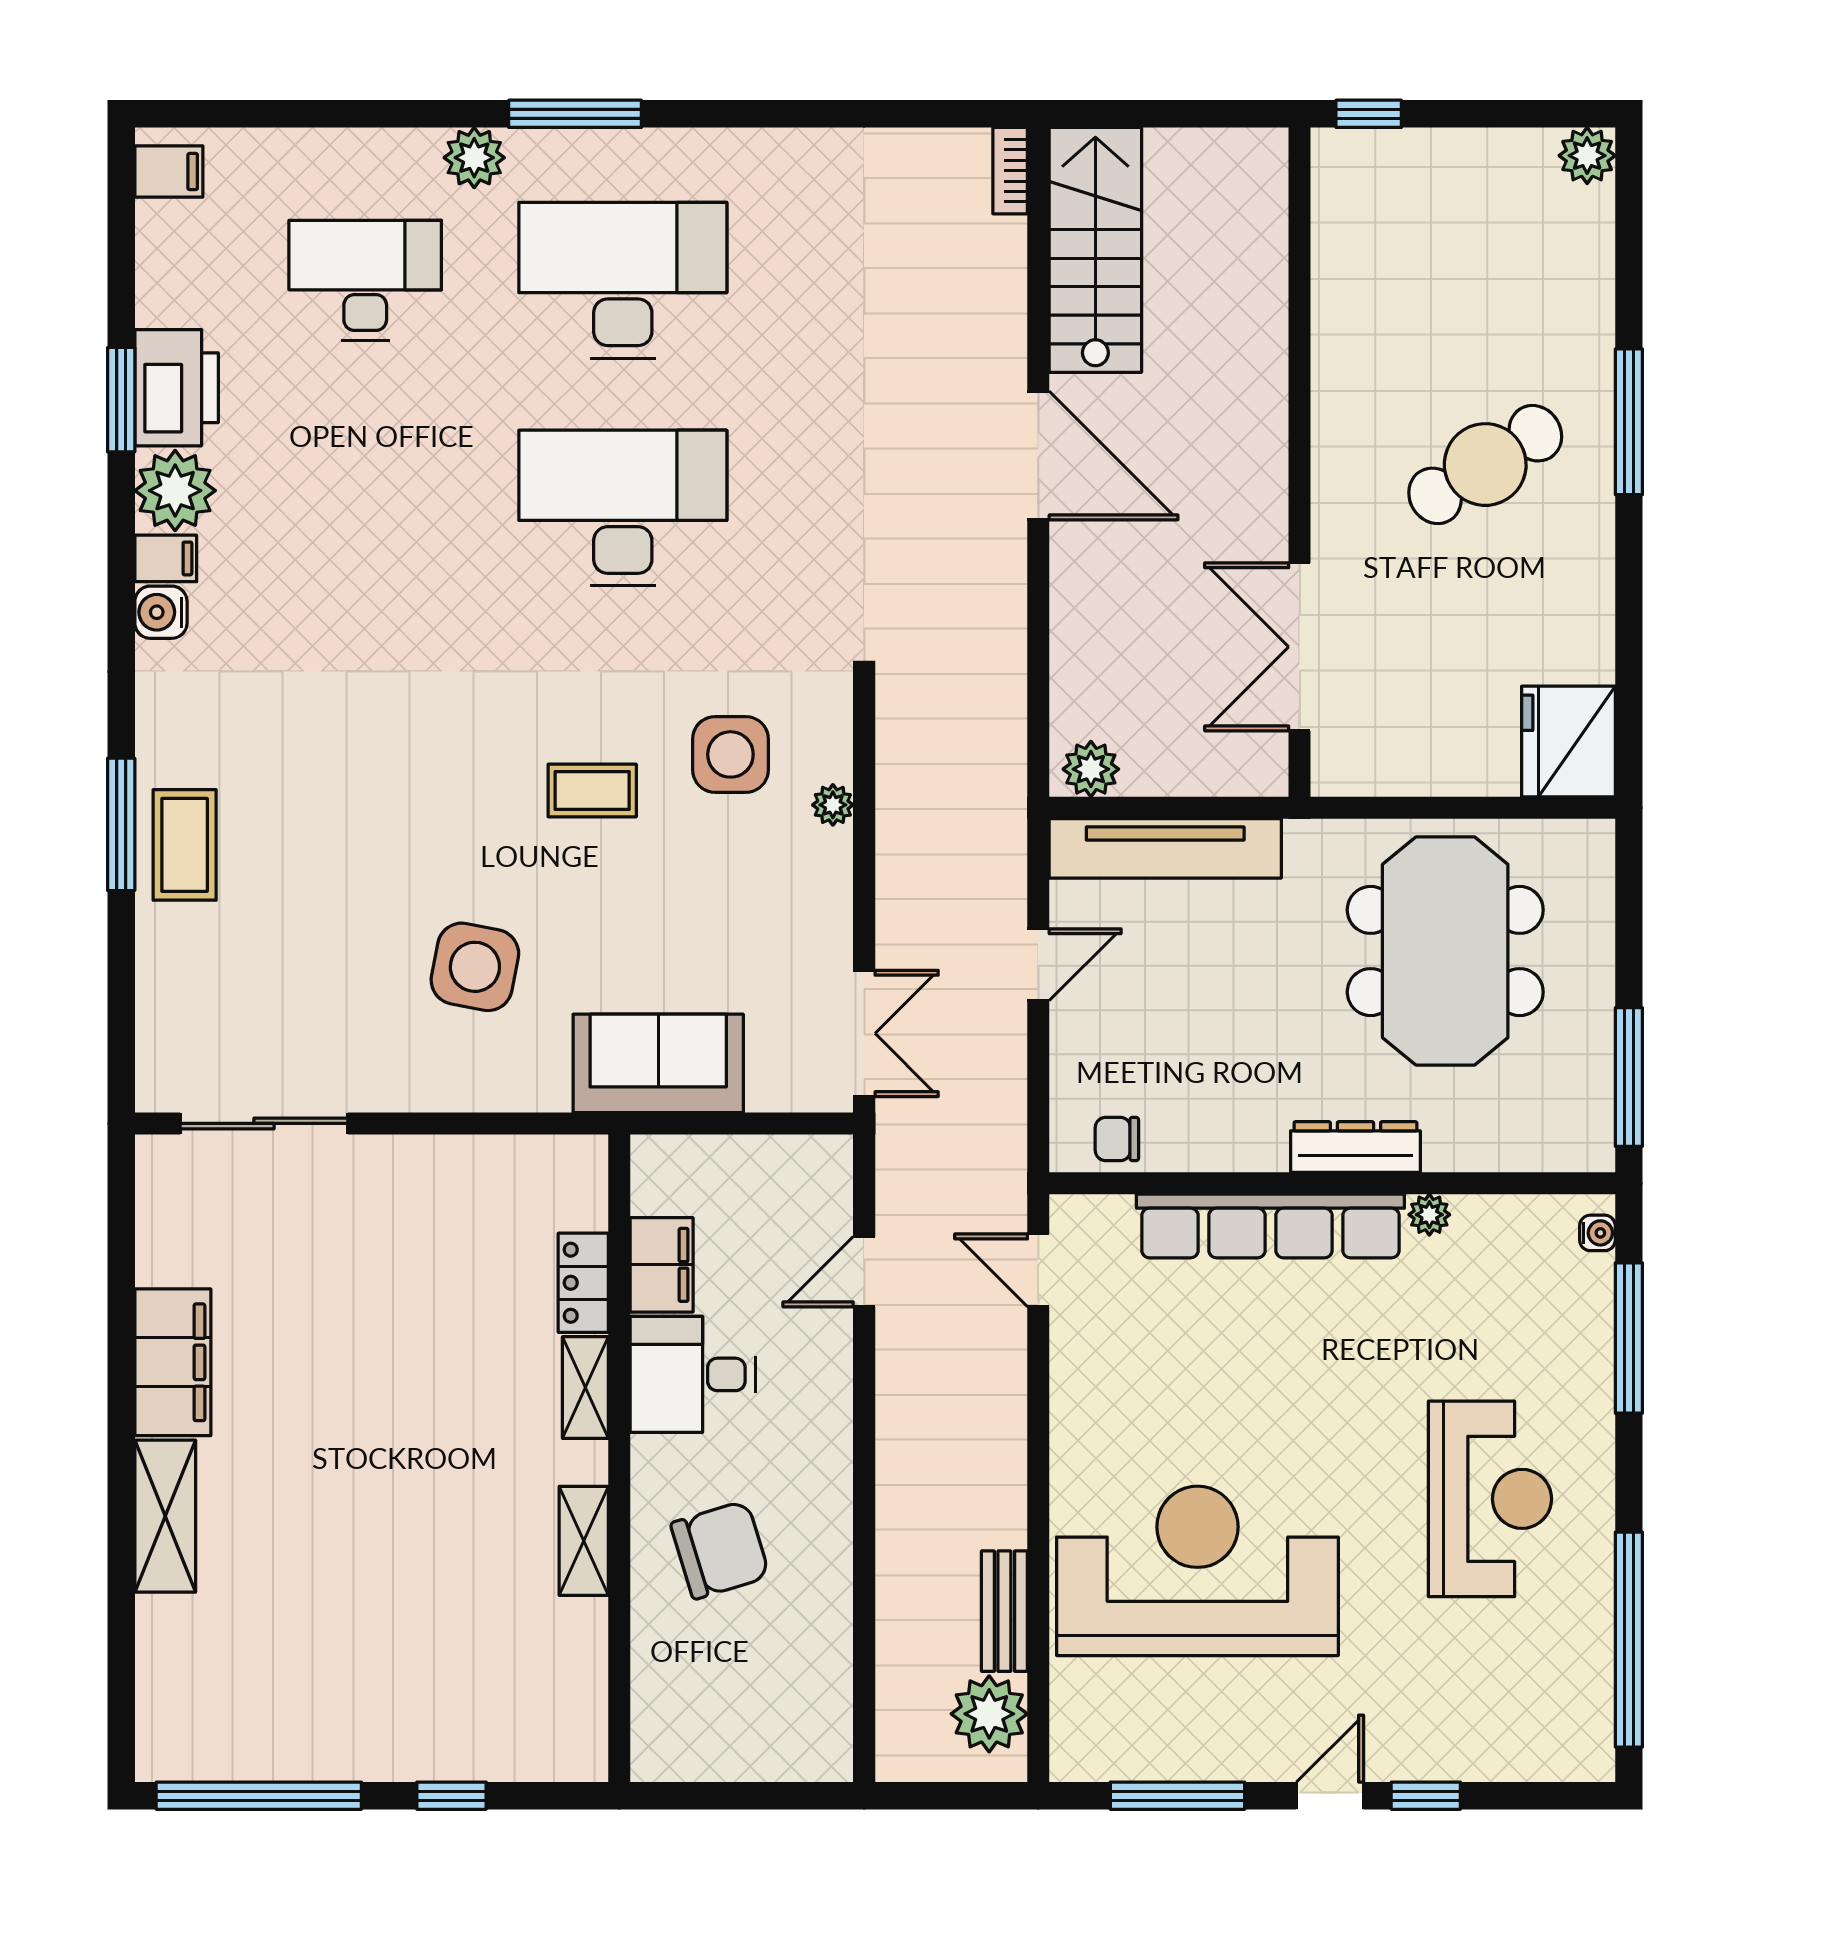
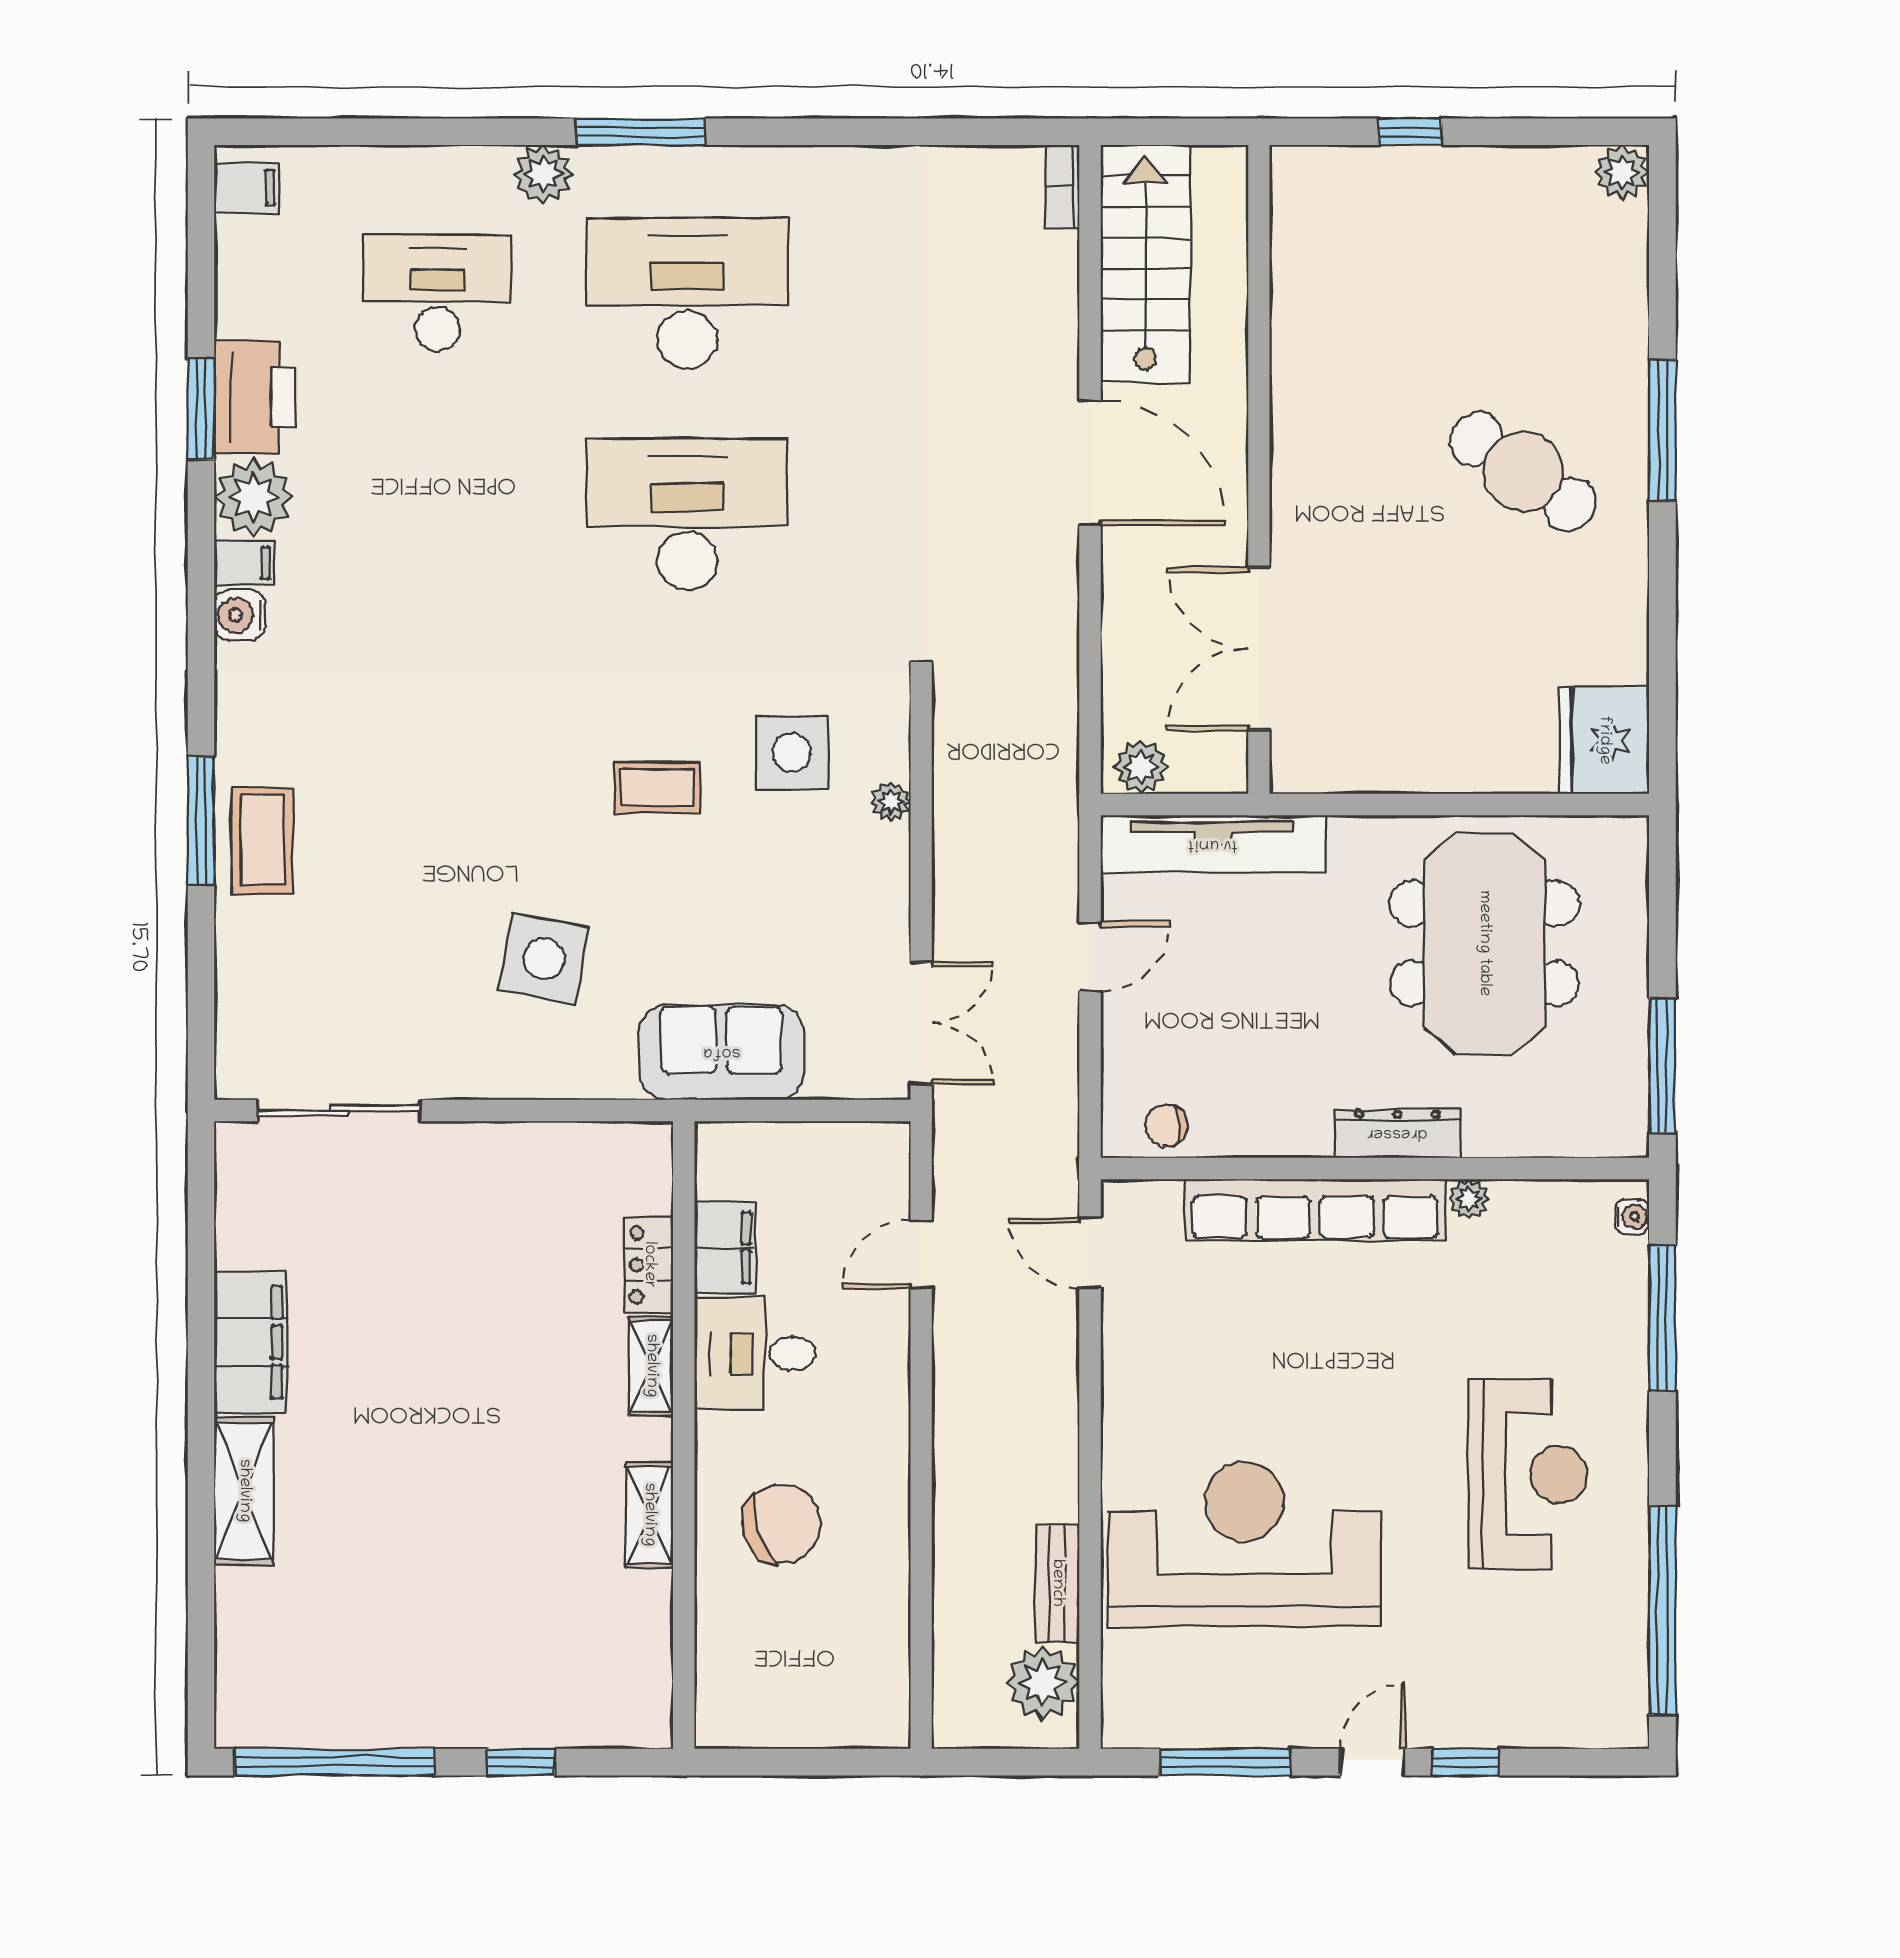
wall: (1300, 462) -> (1259, 469), moved
cafe table: (1485, 465) -> (1523, 472), turned 67
double door: (1300, 647) -> (1259, 648), moved

